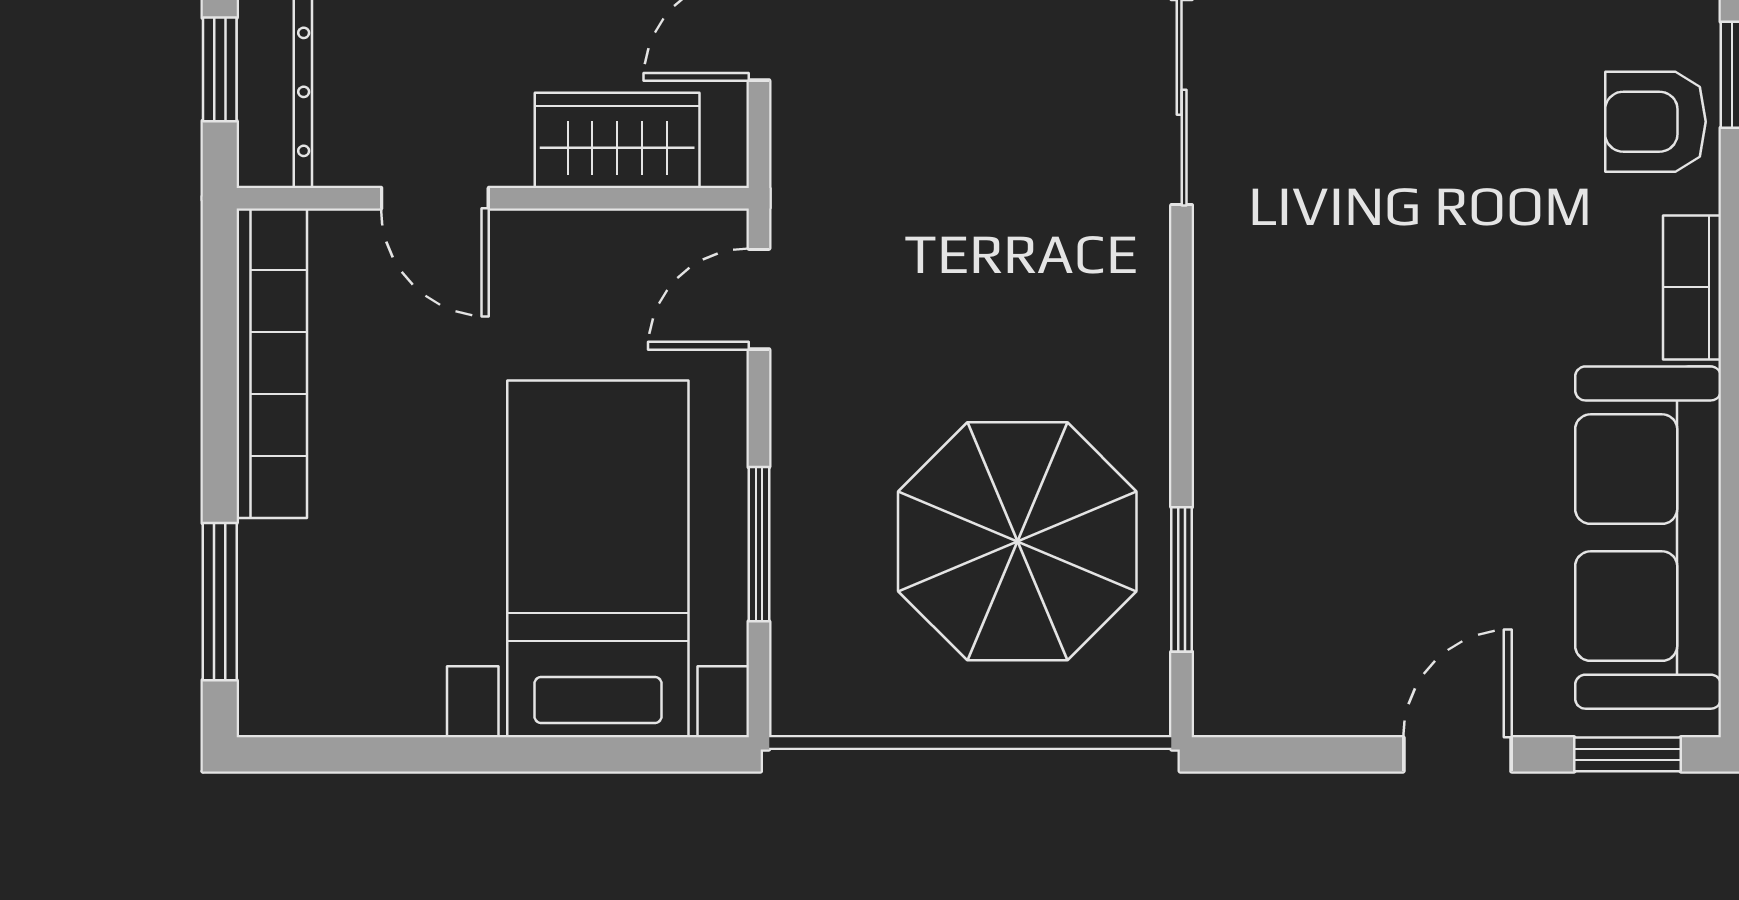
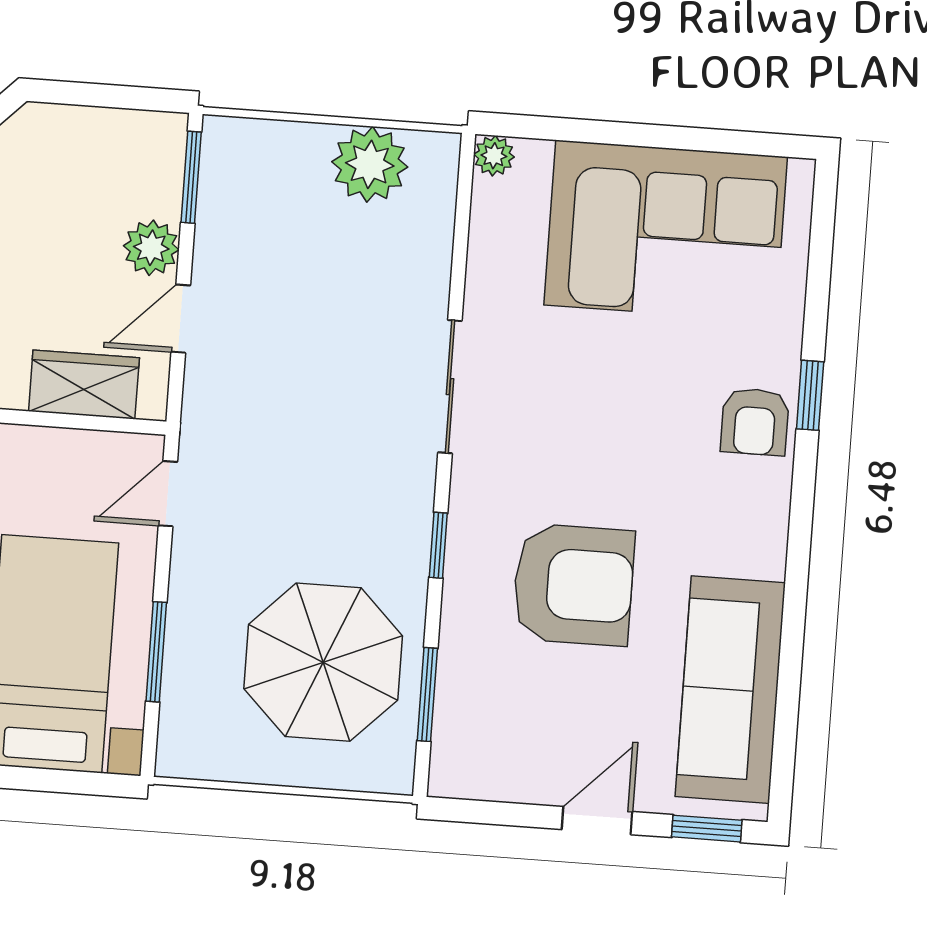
armchair: (1655, 122) -> (755, 422), turned -90
bookcase: (1692, 287) -> (770, 530), removed
window: (1182, 348) -> (438, 545), added
armchair: (1394, 393) -> (573, 585), added

